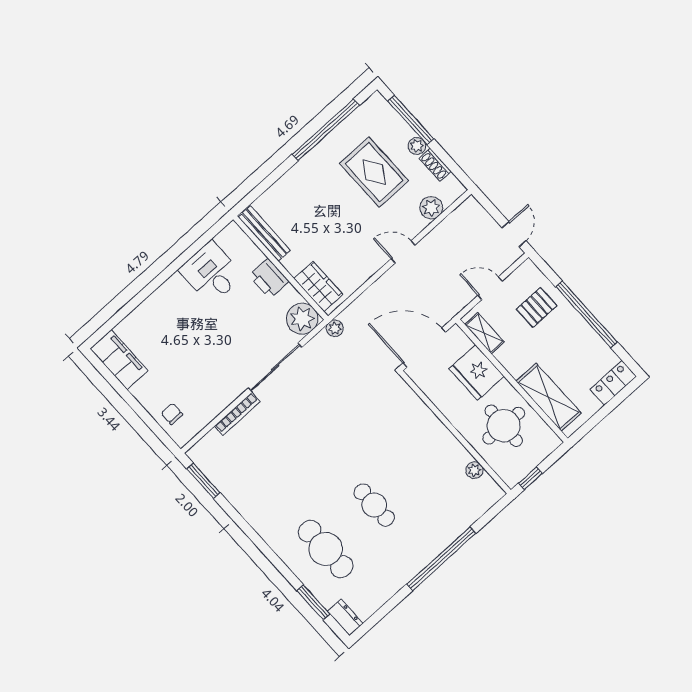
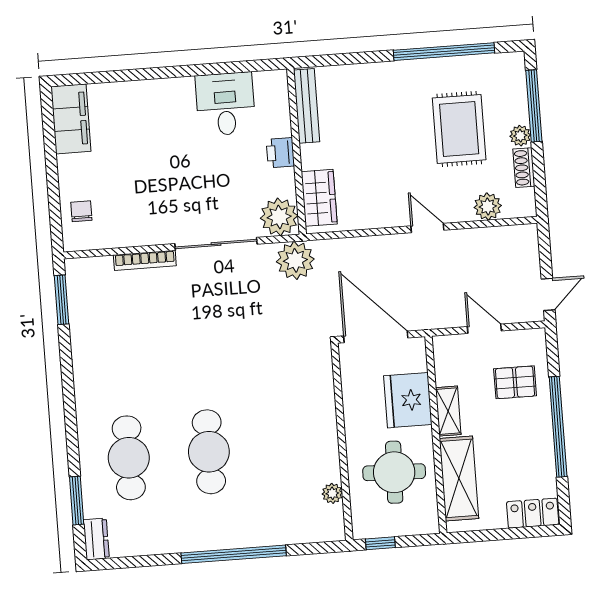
printer: (269, 278) -> (280, 153), width x0.73, depth x0.81
plant: (335, 328) -> (295, 260), width x1.88, depth x1.88
shelving: (484, 333) -> (448, 411), moved
cafe table: (374, 505) -> (209, 452), width x1.37, depth x1.35

